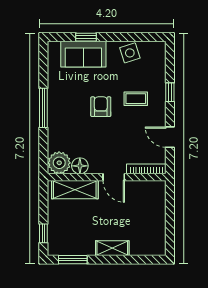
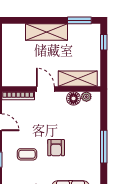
plant: (59, 163) -> (86, 97), width x0.53, depth x0.53
shelving: (112, 248) -> (47, 32), width x1.50, depth x1.33

